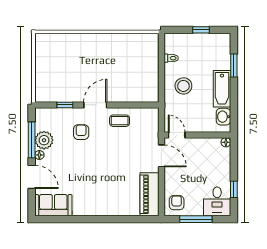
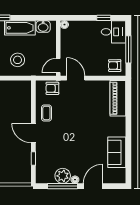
armchair: (81, 132) -> (52, 88), moved
door: (161, 156) -> (76, 78), hinge flipped
piano: (149, 194) -> (118, 98), moved, turned 90
sofa: (53, 205) -> (117, 152), moved

